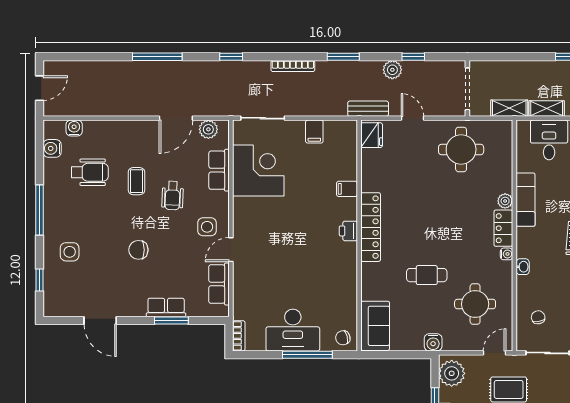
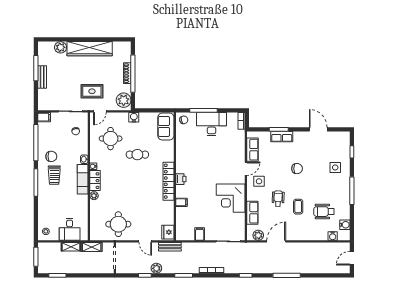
corner desk: (258, 170) -> (231, 198), moved
exam couch: (526, 200) -> (83, 179), moved

